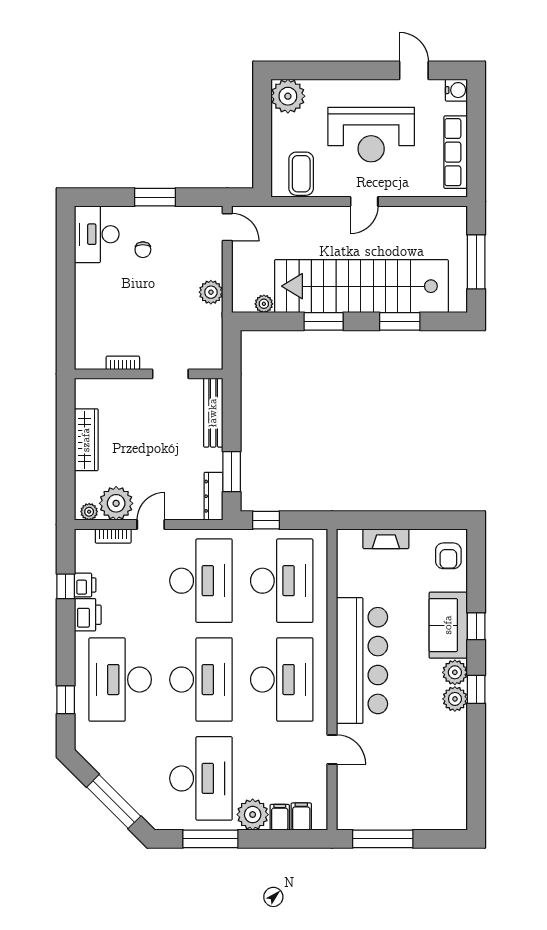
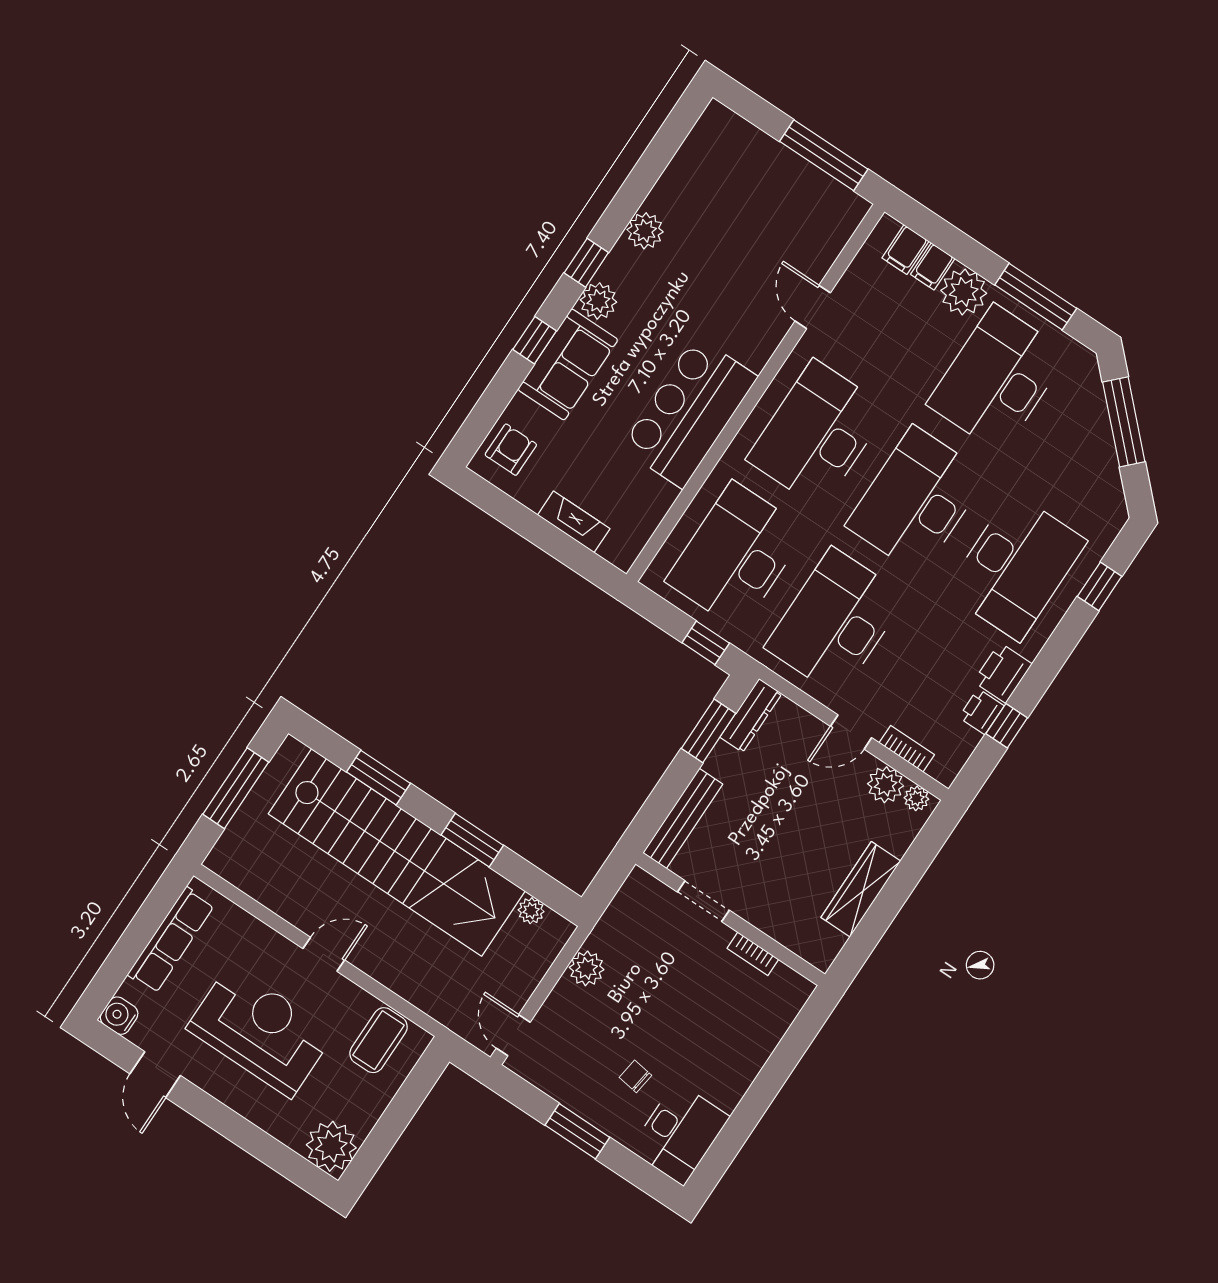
chair: (143, 250) -> (635, 1076), turned -82
plant: (116, 503) -> (886, 785), width x0.73, depth x0.73
bar counter: (362, 661) -> (689, 412), width x0.73
plant: (455, 699) -> (645, 231), moved

